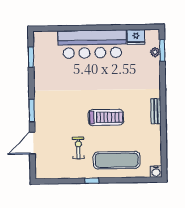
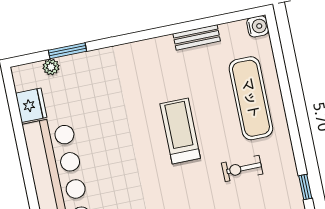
window: (162, 50) -> (67, 51), moved
bench: (156, 111) -> (197, 37), moved
window: (92, 181) -> (305, 187), moved

